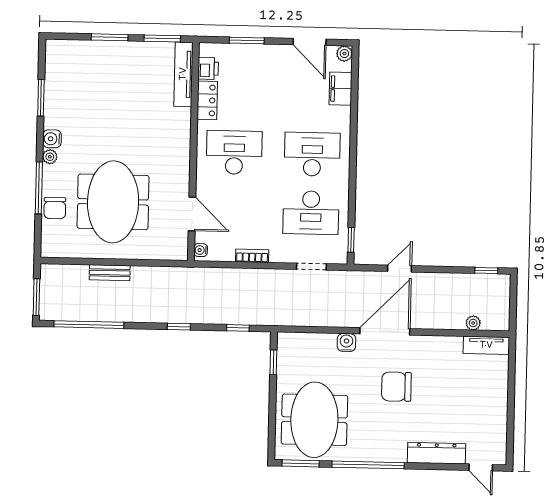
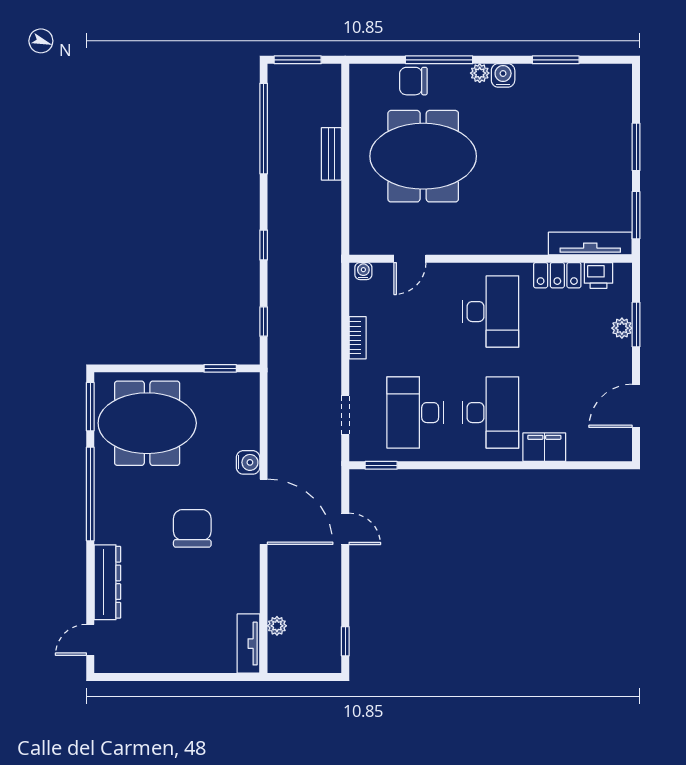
plant: (344, 54) -> (622, 328), moved
filing cabinet: (340, 89) -> (544, 447), moved
door: (192, 214) -> (410, 259), width x0.73

